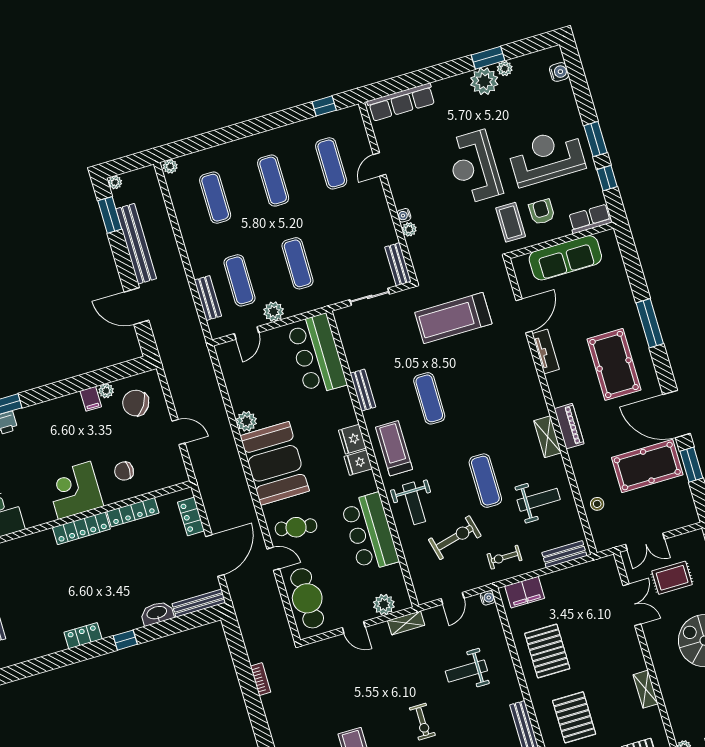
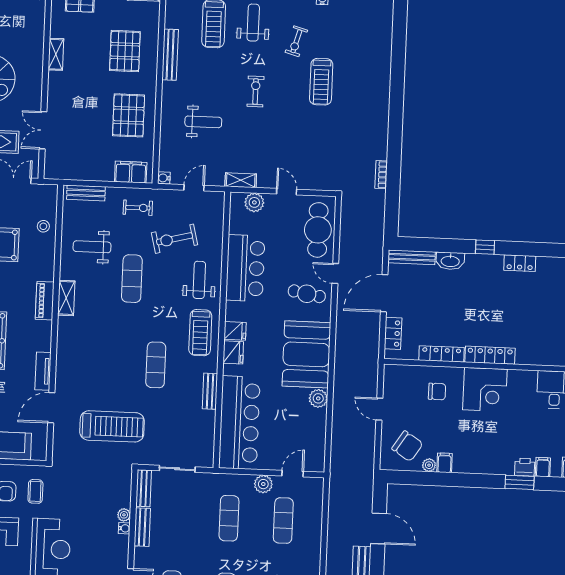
coffee table: (511, 222) -> (35, 491), width x0.73, depth x0.77
bench: (208, 298) -> (142, 527), moved
bar counter: (317, 355) -> (239, 423), width x1.36

